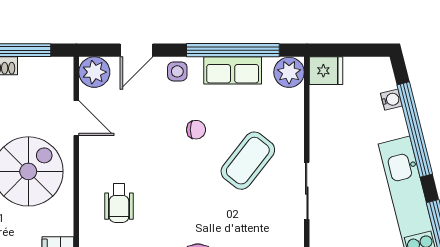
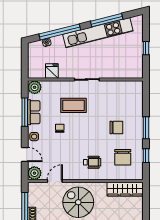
window: (233, 50) -> (25, 112), width x0.68
fridge: (326, 71) -> (52, 71), moved
coffee table: (248, 161) -> (73, 105), turned -38

